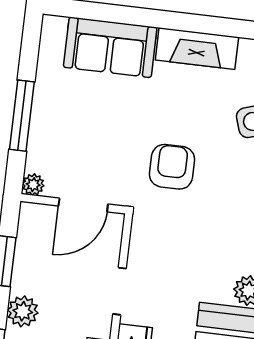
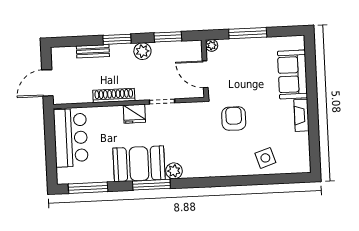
fireplace: (197, 49) -> (302, 115), width x0.73, depth x0.76
armchair: (172, 167) -> (234, 119), turned -90

